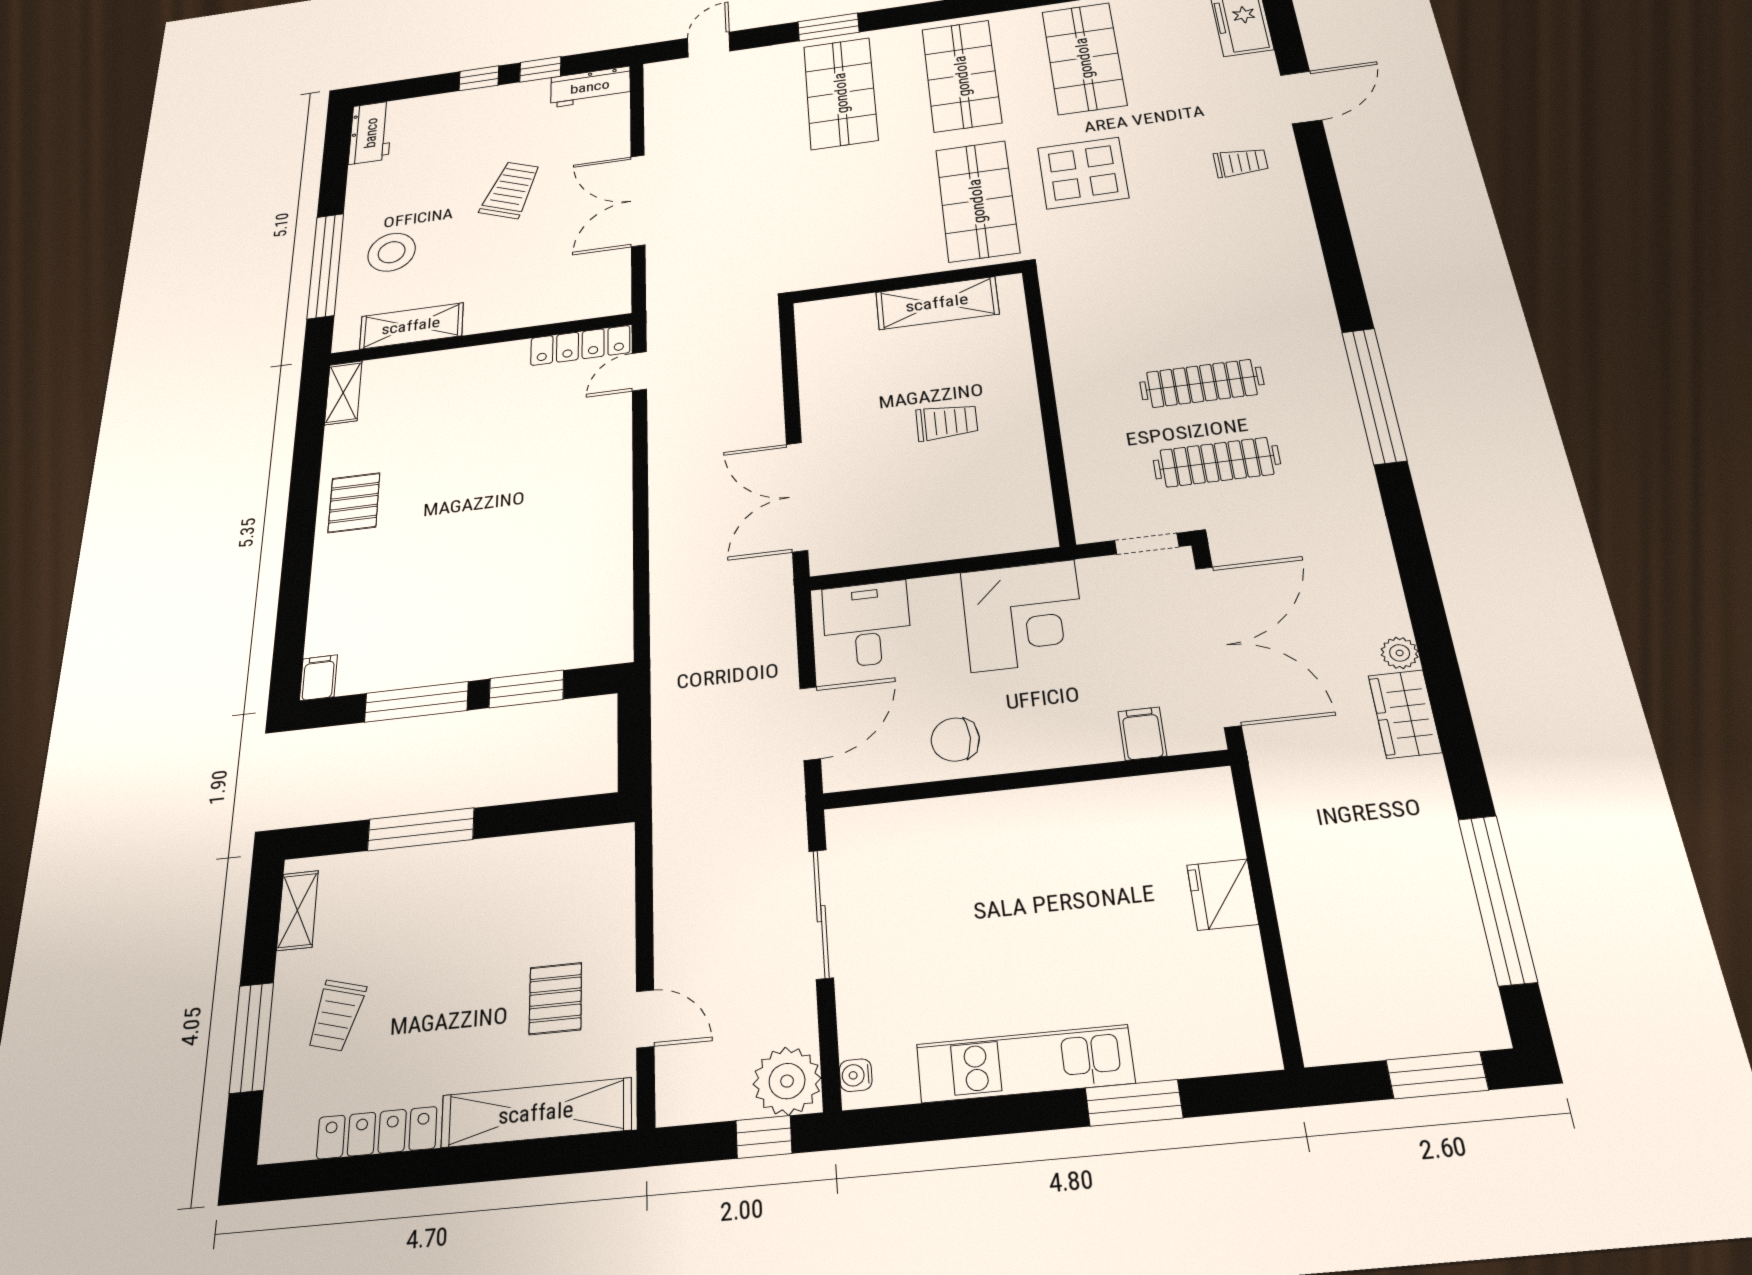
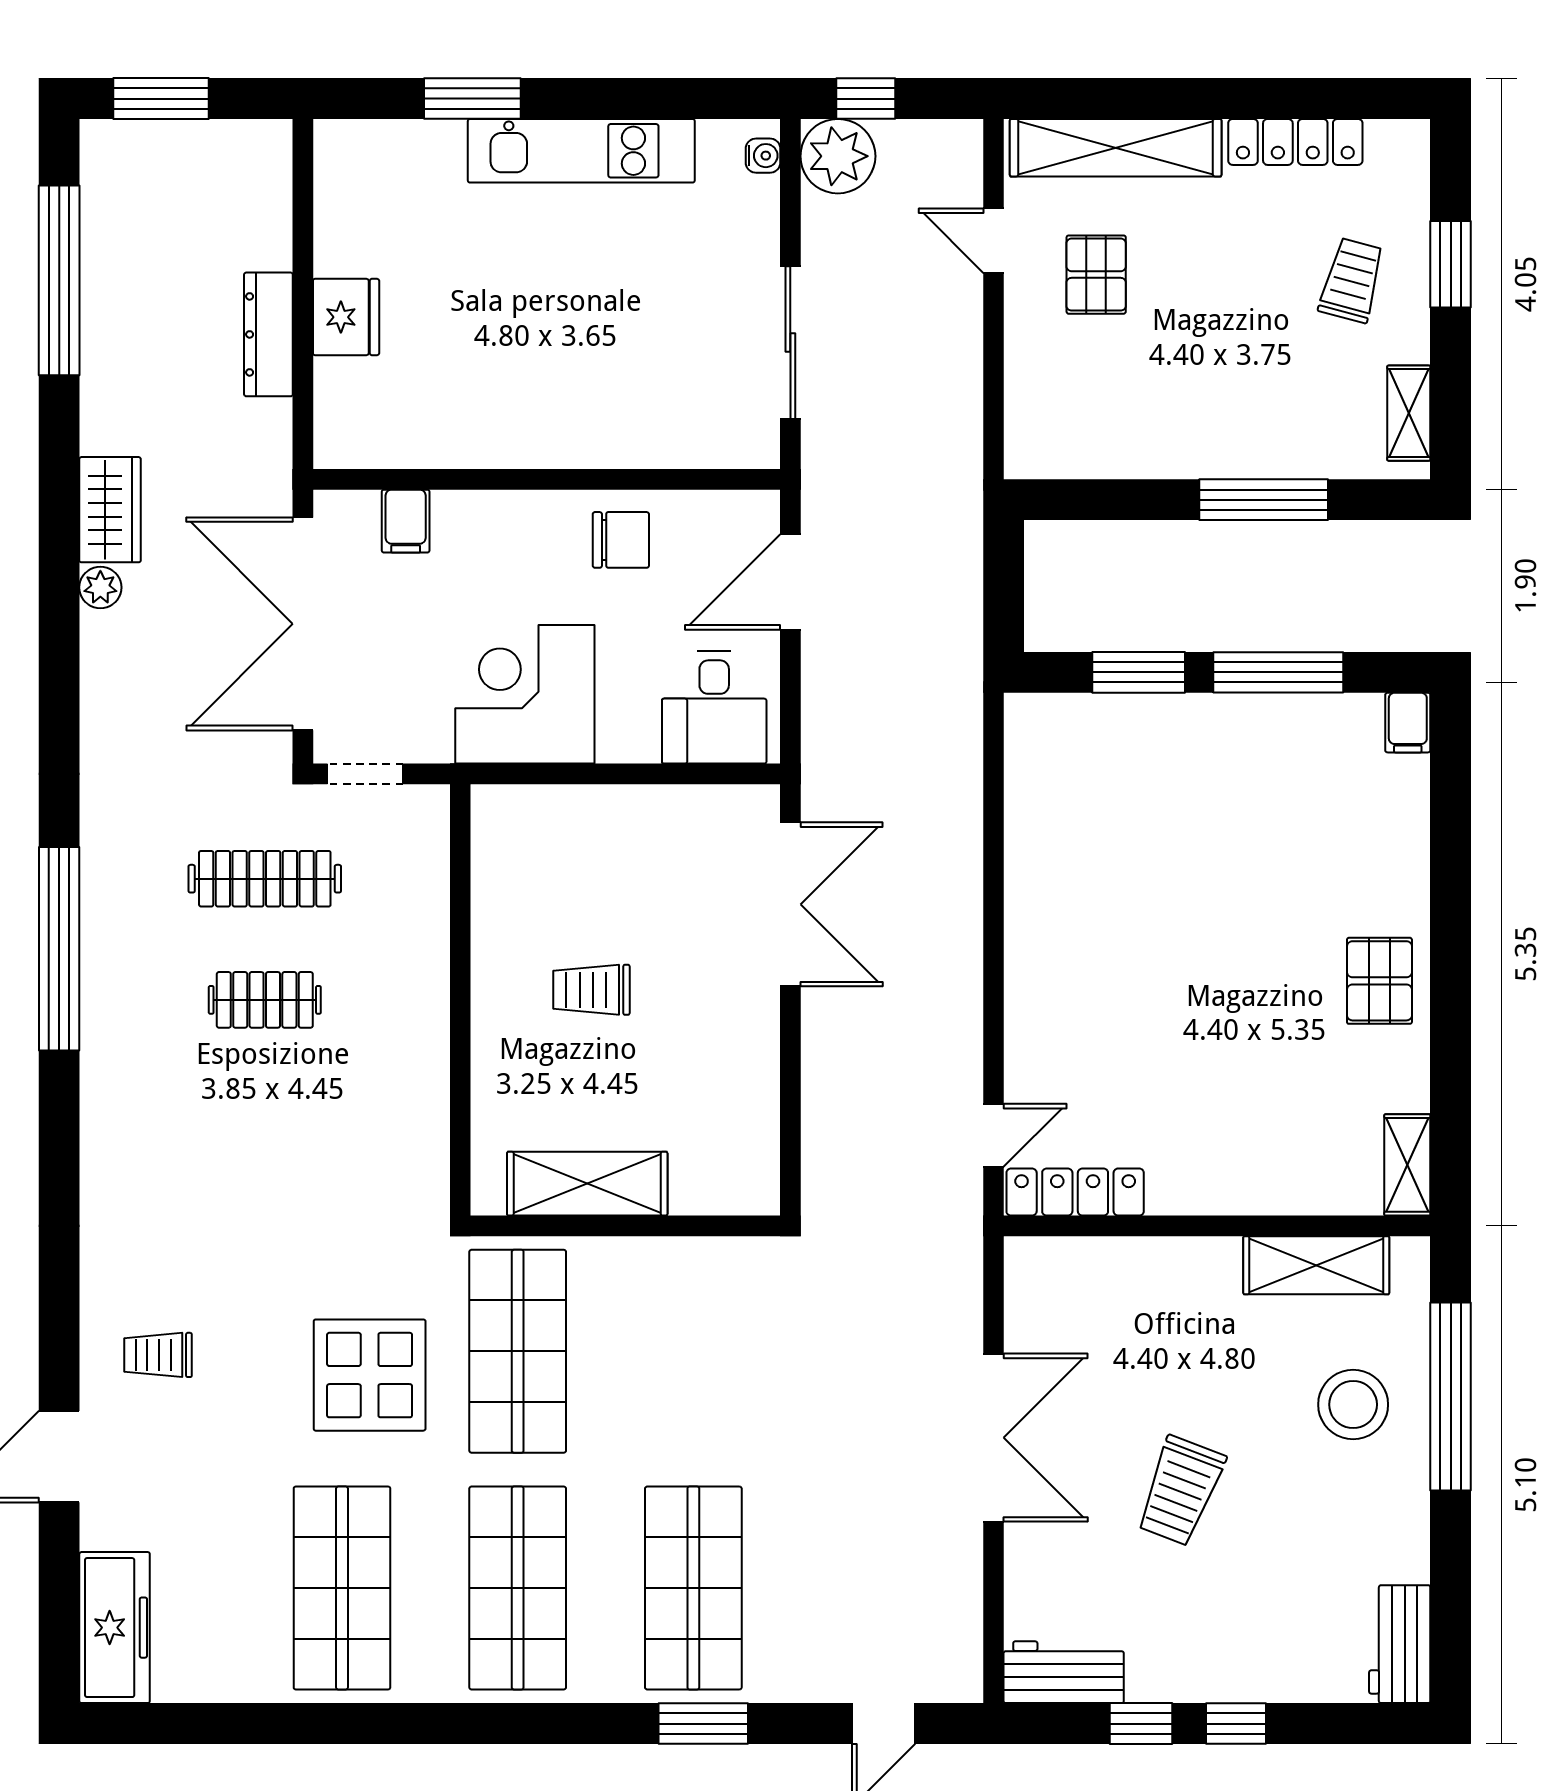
clothes rail: (1202, 383) -> (265, 1000), width x0.73
dresser: (1291, 872) -> (268, 334), added
window: (252, 1038) -> (1451, 264), width x0.69

